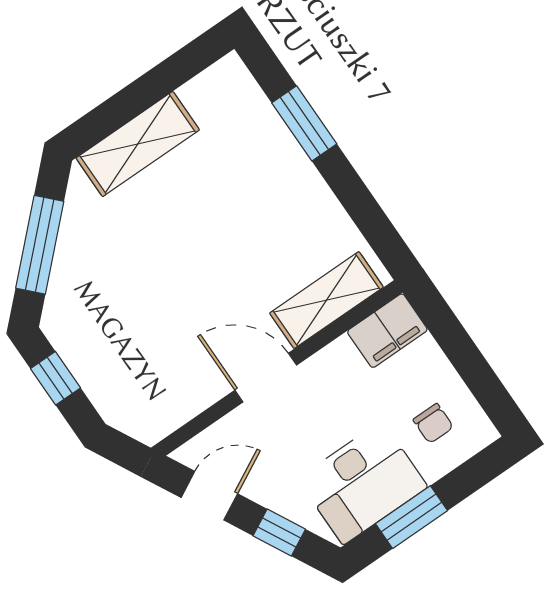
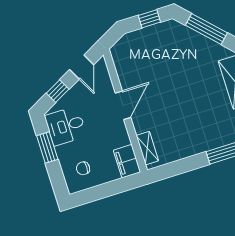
shelving: (327, 300) -> (147, 148), width x0.67, depth x0.75
desk: (363, 483) -> (66, 126), width x0.73

